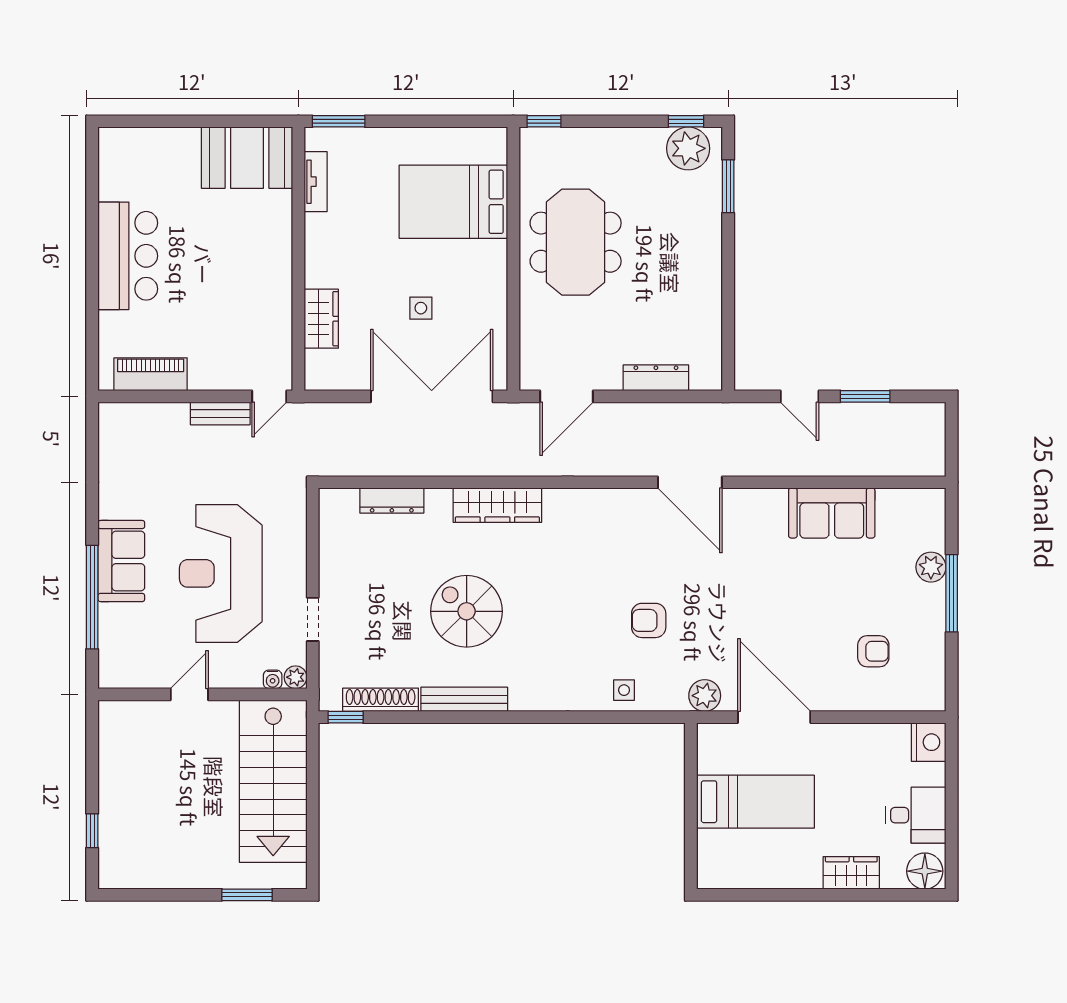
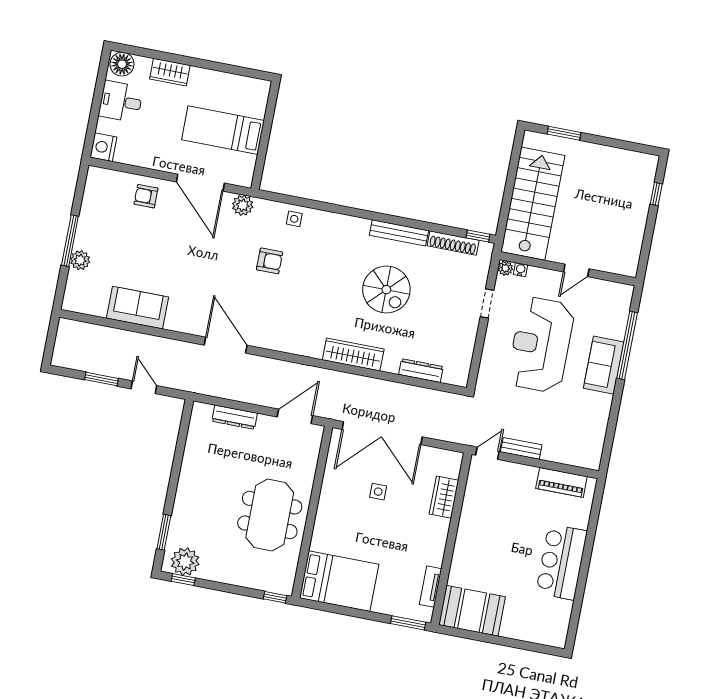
bed: (453, 202) -> (339, 581), moved
reception desk: (221, 573) -> (541, 345), turned 180
armchair: (873, 651) -> (146, 196), moved

